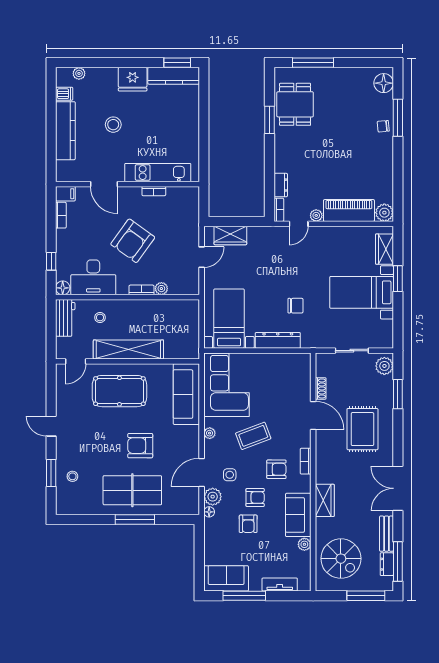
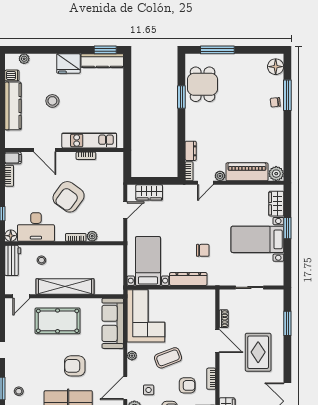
plant: (384, 366) -> (276, 300), removed

